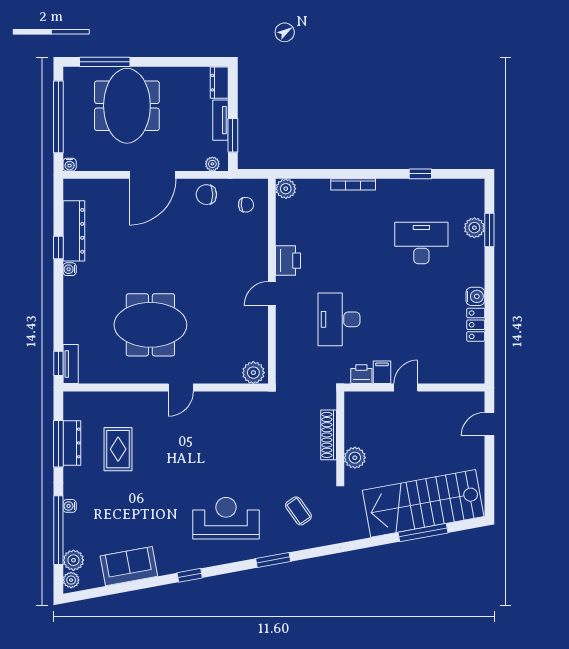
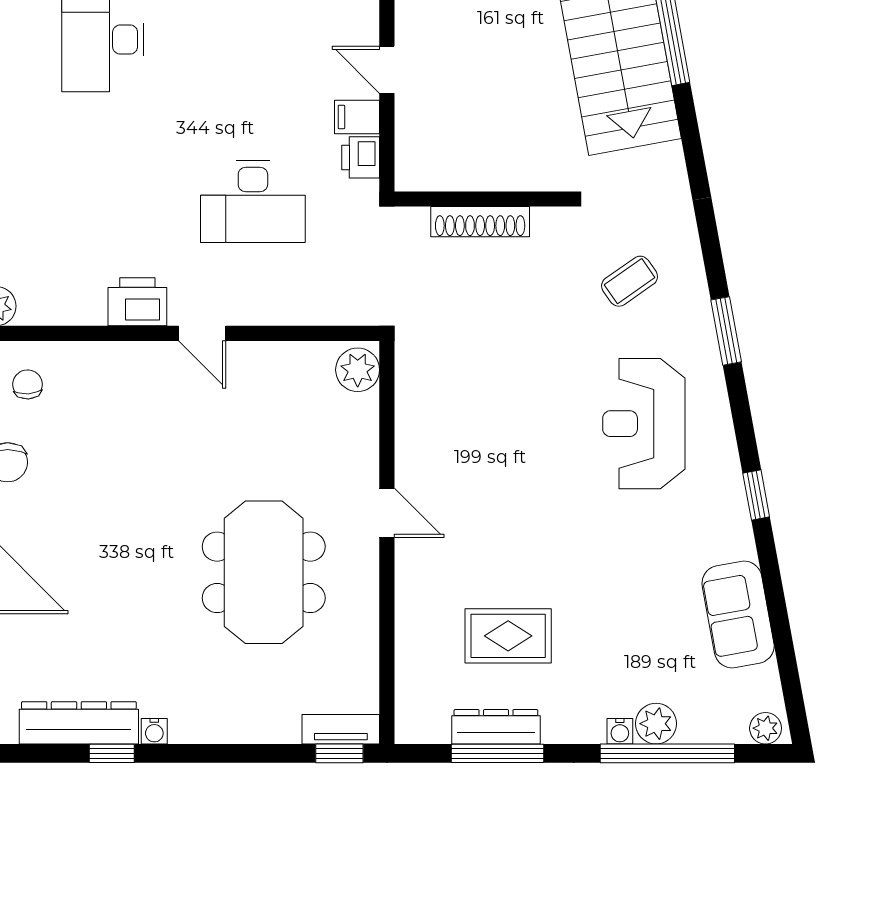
plant: (355, 458) -> (525, 170), removed
plant: (73, 560) -> (656, 724), moved

